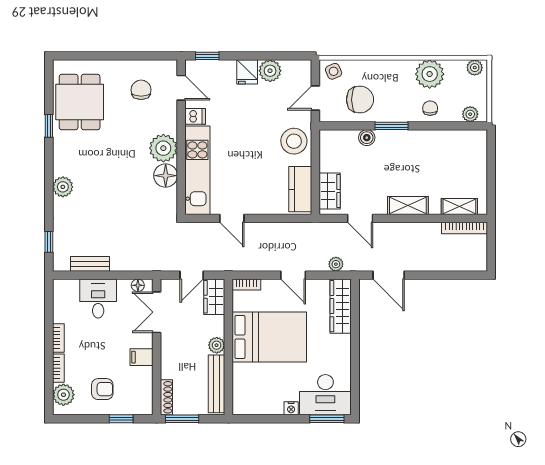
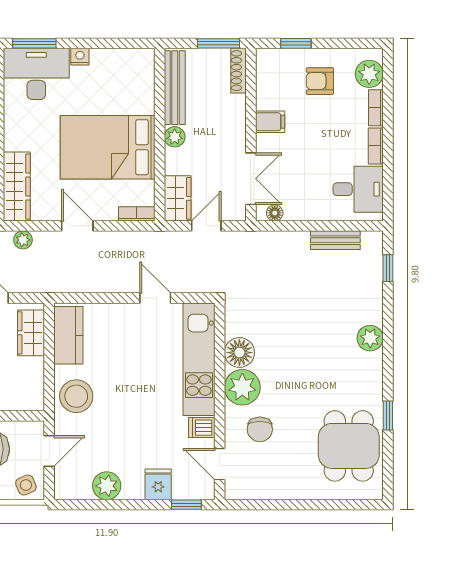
fridge: (247, 72) -> (158, 484), moved
chair: (141, 90) -> (260, 429), moved
desk: (98, 299) -> (358, 189), moved, turned -90

